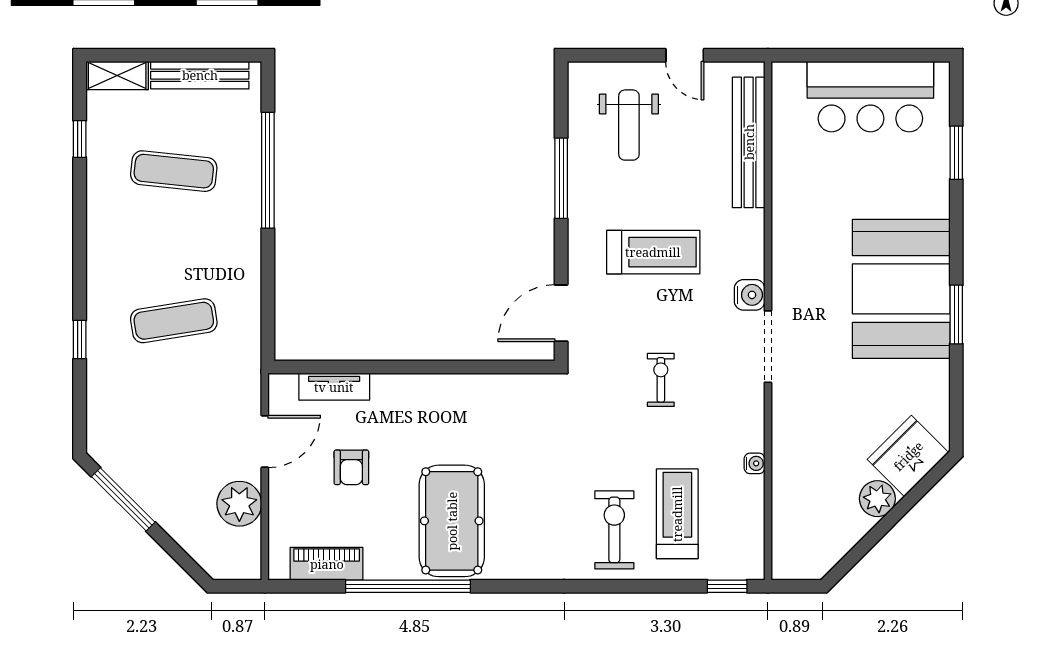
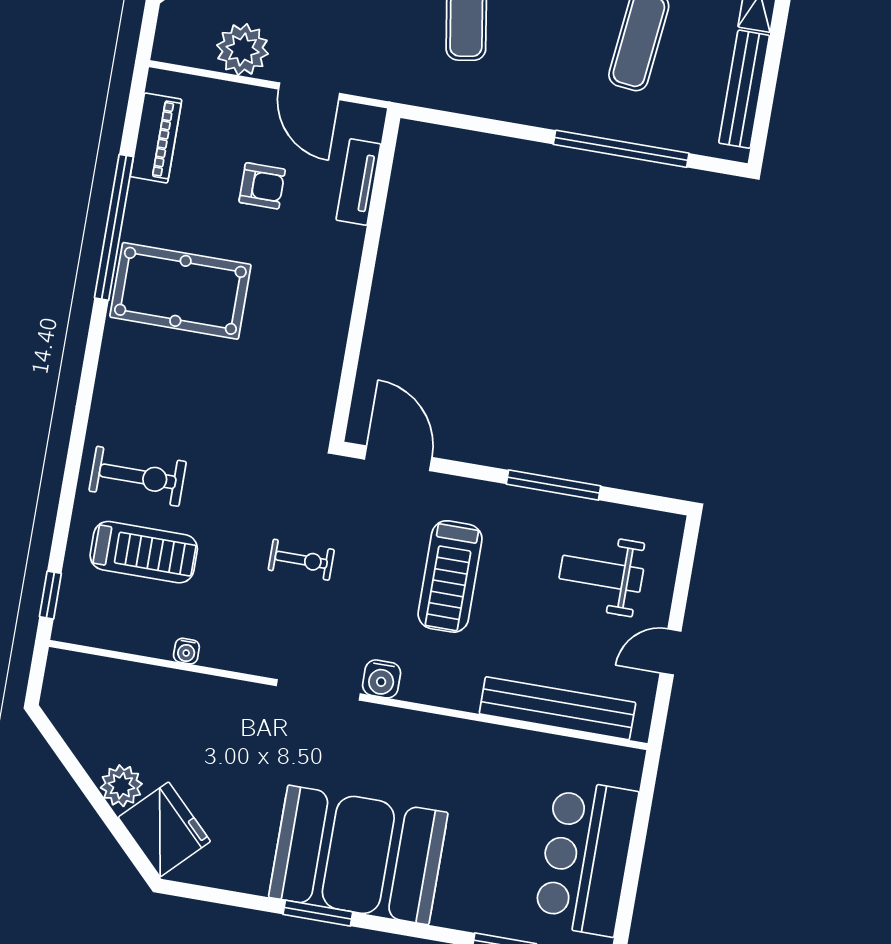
armchair: (351, 467) -> (262, 186), turned 180

